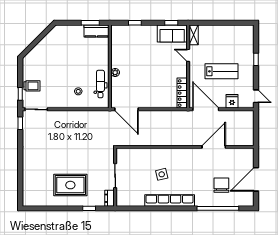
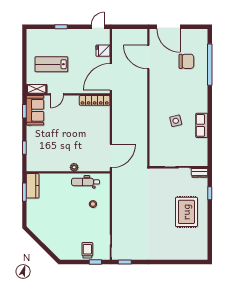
lab bench: (222, 71) -> (51, 64), moved, turned -90
door: (214, 147) -> (148, 57), moved
door: (256, 179) -> (168, 27), moved
chair: (221, 185) -> (186, 61), turned 180
row of seats: (170, 200) -> (202, 125), width x0.50

